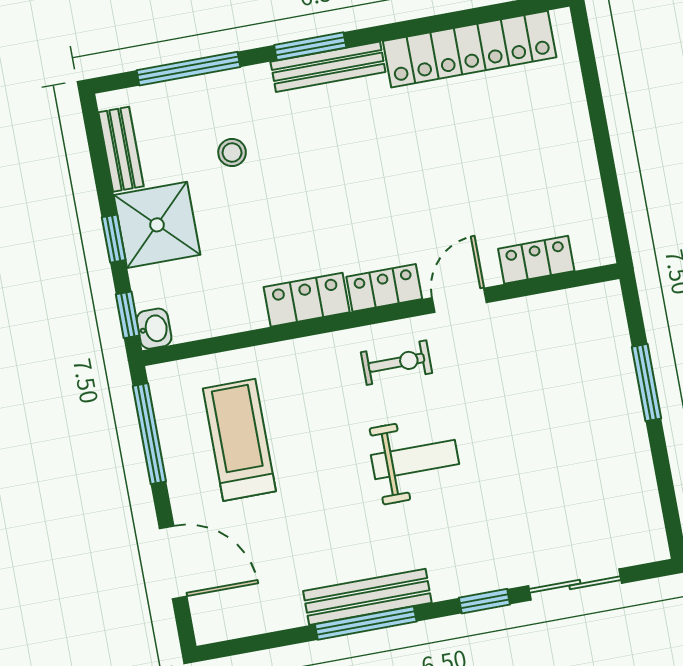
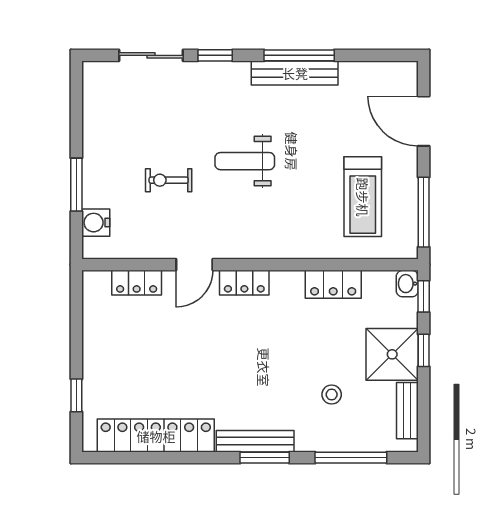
window: (592, 85) -> (76, 395), added
locker: (307, 300) -> (333, 284), moved
water cooler: (609, 334) -> (96, 223), added
exercise bike: (396, 363) -> (169, 180), moved

